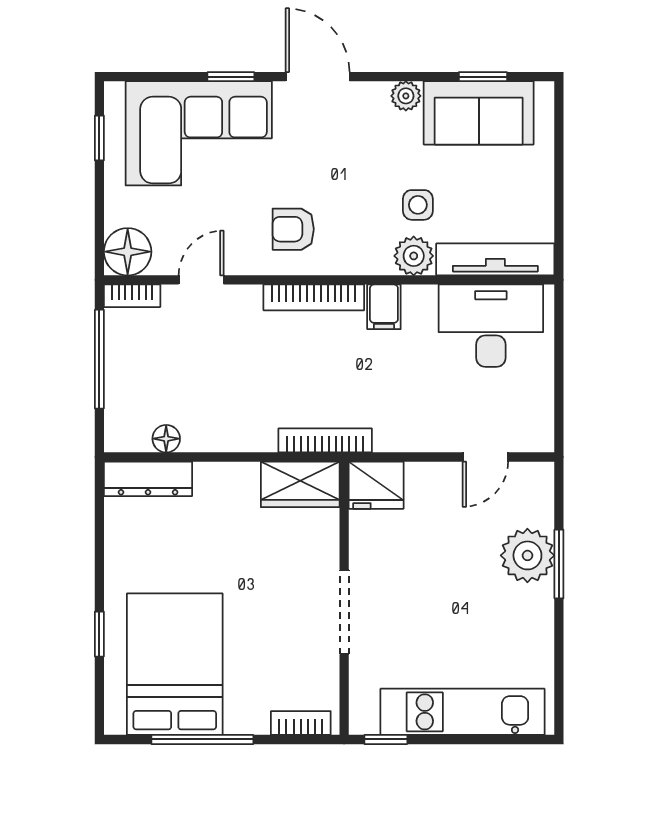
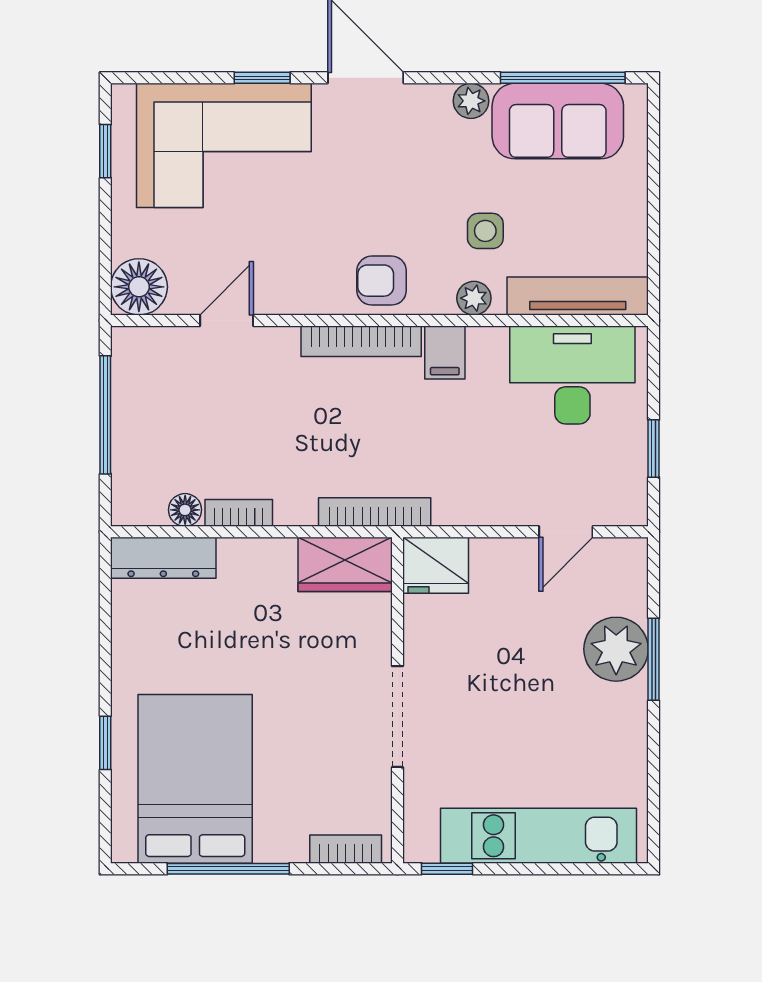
window: (483, 77) -> (563, 78), width x2.17
armchair: (293, 229) -> (382, 281), moved
plant: (414, 256) -> (474, 298), width x0.73, depth x0.73
bookcase: (132, 296) -> (239, 513), moved, turned 180
window: (559, 387) -> (654, 449), added

